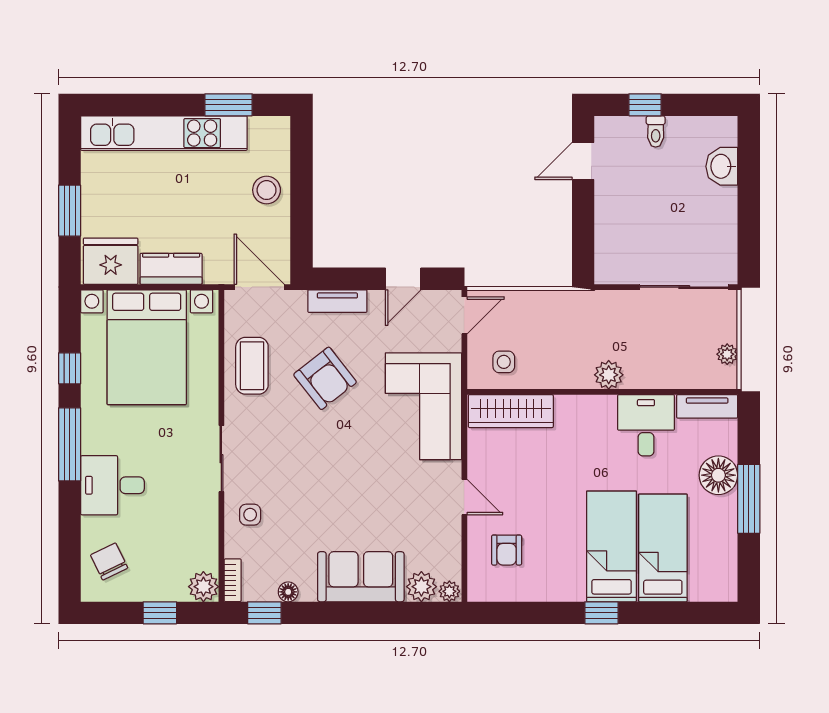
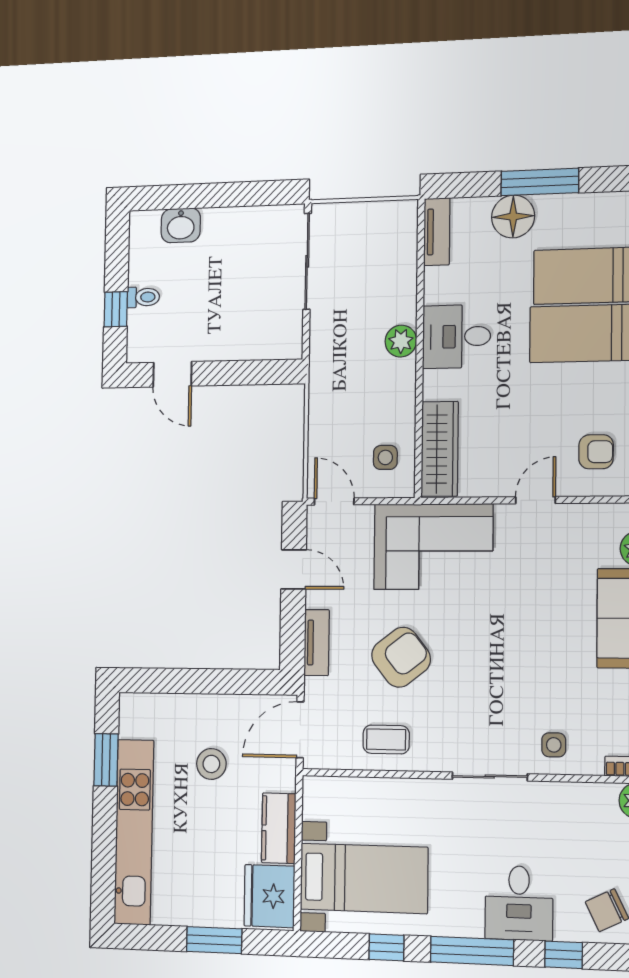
stool: (267, 190) -> (211, 764), moved
bed with nightstands: (147, 347) -> (364, 878), width x0.73
plant: (727, 354) -> (380, 212), removed
coffee table: (252, 366) -> (386, 739), width x0.73, depth x0.77
desk: (646, 425) -> (457, 337), moved
window: (70, 524) -> (564, 955), added

